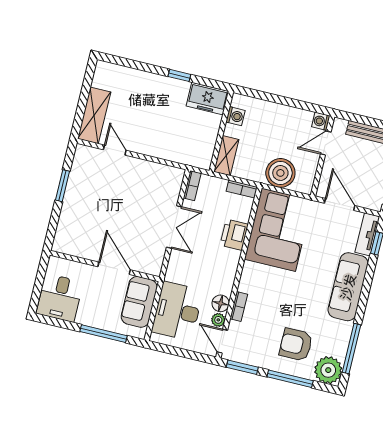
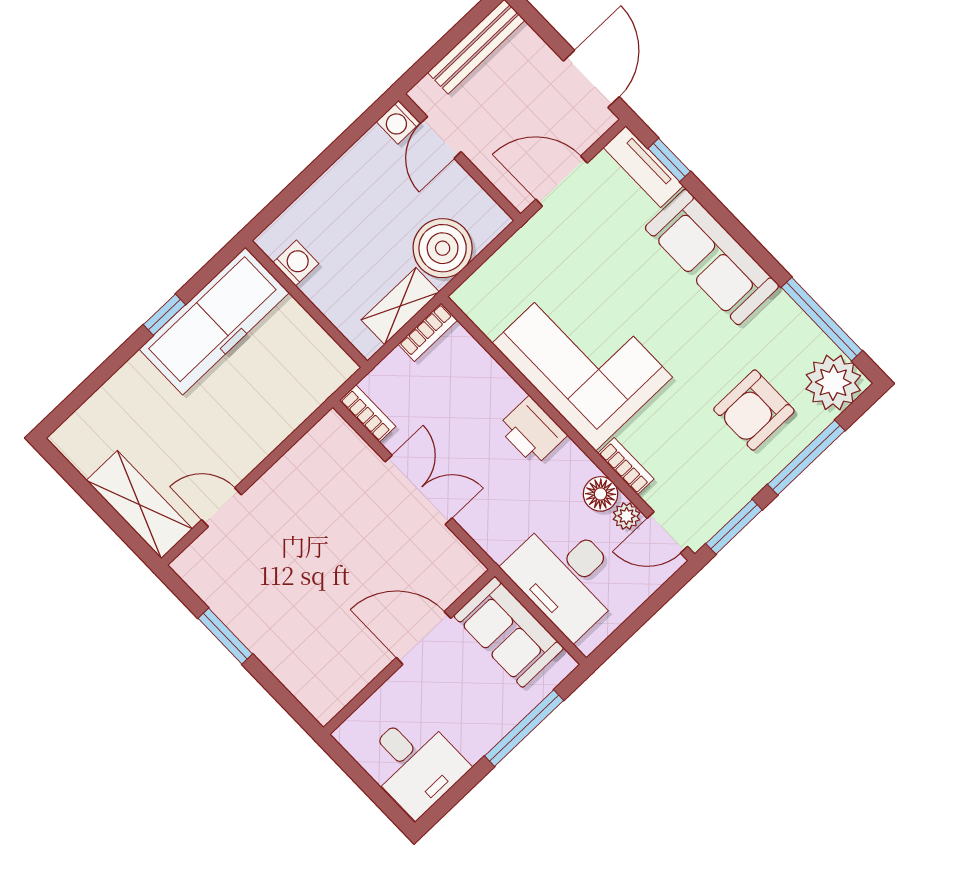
freezer: (207, 99) -> (214, 321), width x1.91, depth x1.26
shelving: (226, 156) -> (400, 306), moved, turned 90
corner sofa: (278, 230) -> (582, 360), moved
printer: (234, 235) -> (532, 431), moved

